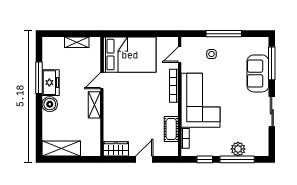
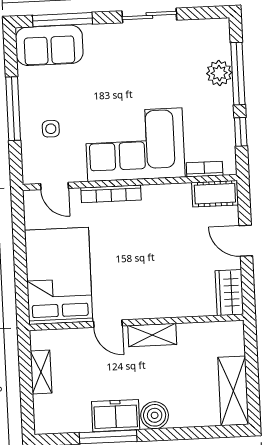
sofa: (258, 73) -> (49, 45), moved
cot: (171, 129) -> (215, 194), moved

